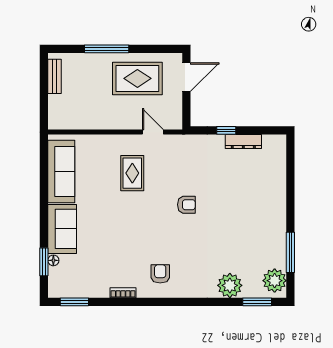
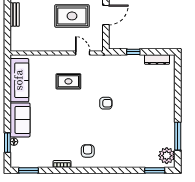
dresser: (243, 142) -> (157, 60), moved
rug: (132, 173) -> (68, 81), turned 90
plant: (230, 285) -> (136, 159), removed

